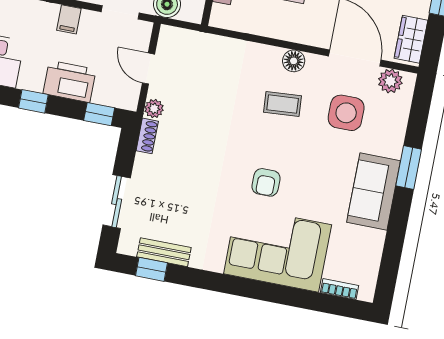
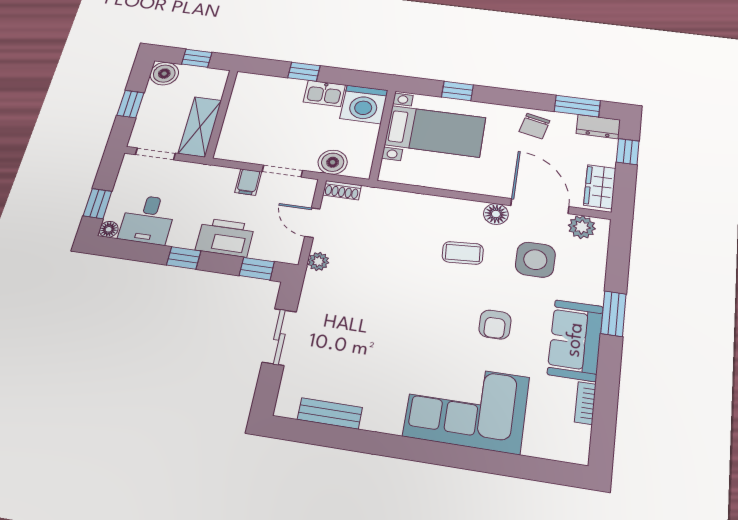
filing cabinet: (69, 19) -> (248, 182), moved
floor lamp: (294, 61) -> (496, 214), moved
shoe rack: (147, 136) -> (342, 190), moved, turned 90
armchair: (266, 182) -> (495, 325), moved
sliding door: (117, 202) -> (279, 337), moved
window: (152, 269) -> (315, 433), removed
bookcase: (340, 289) -> (585, 403), moved, turned -90

